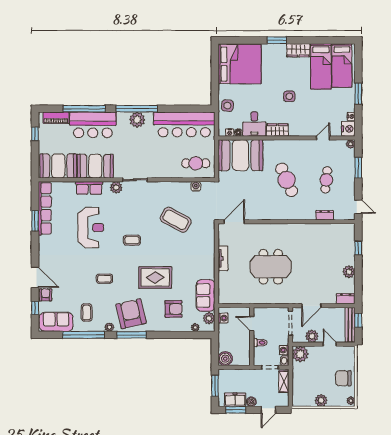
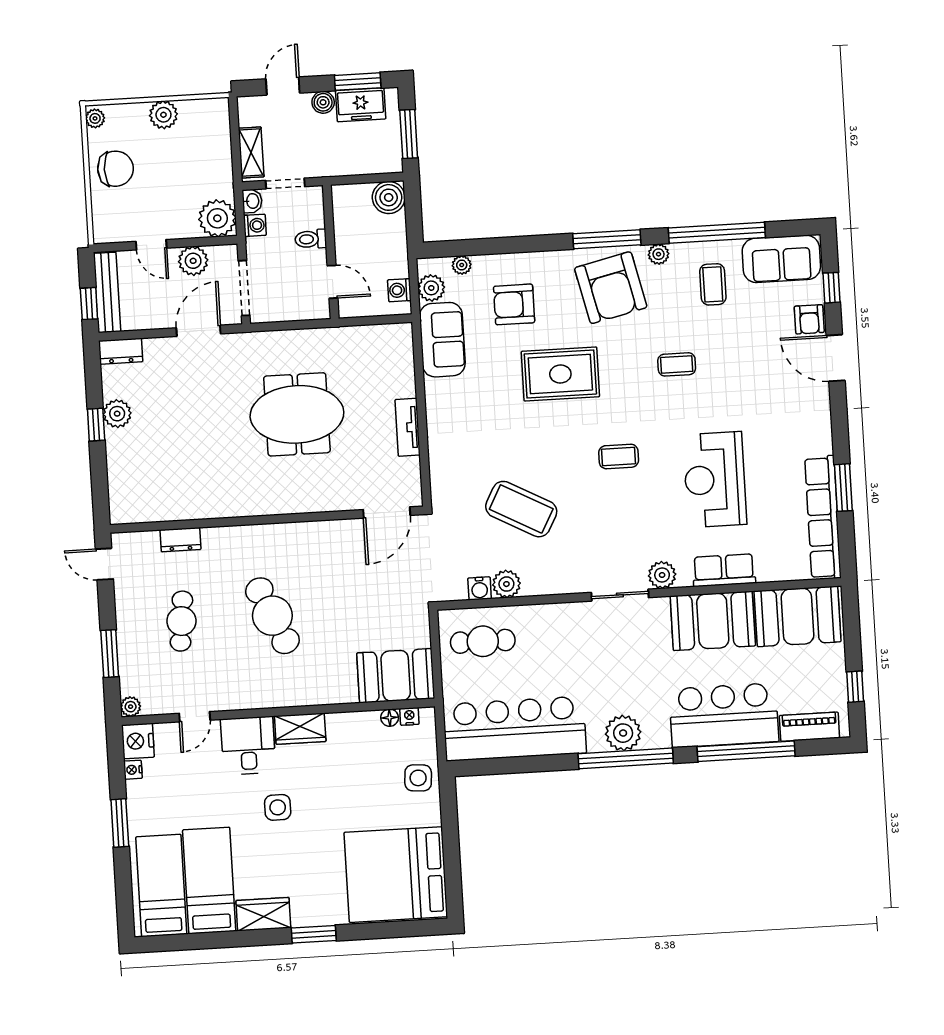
desk: (254, 124) -> (248, 746), moved
booth: (240, 155) -> (396, 676), width x0.73, depth x0.70
plant: (184, 188) -> (506, 584), added
window: (358, 248) -> (96, 425), moved

